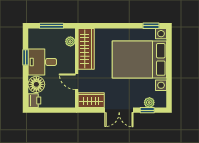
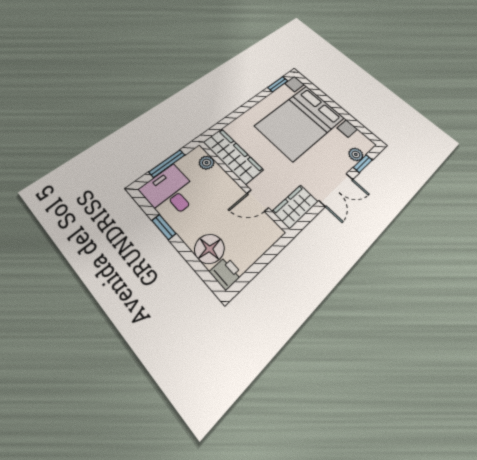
desk: (42, 62) -> (170, 192), moved, turned 90

